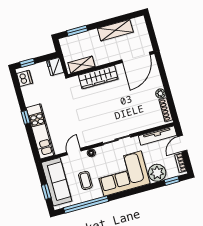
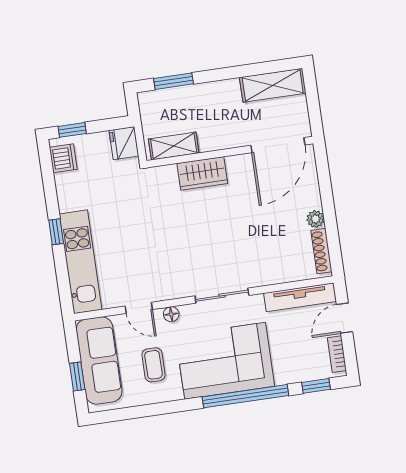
shelving: (115, 30) -> (273, 85), moved
wardrobe: (98, 77) -> (202, 173), width x0.67
door: (74, 152) -> (139, 308), swing flipped
plant: (157, 173) -> (290, 367), removed
window: (86, 205) -> (245, 396), moved

